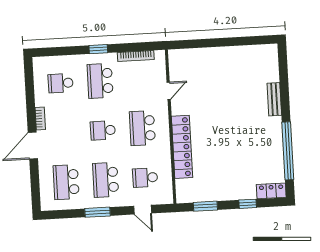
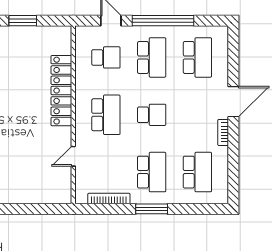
window: (98, 49) -> (152, 209), width x1.50
school desk: (61, 83) -> (197, 172), width x1.85
window: (205, 206) -> (23, 21), moved
window: (98, 212) -> (163, 21), width x2.11

